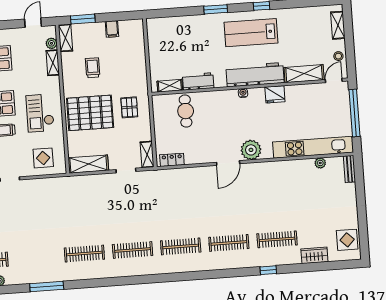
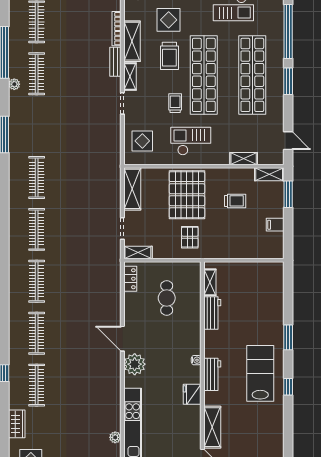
plant: (51, 43) -> (264, 159), removed
workbench: (255, 75) -> (212, 374), width x0.53, depth x0.76
pallet: (129, 107) -> (190, 237), turned 90
cafe table: (186, 111) -> (167, 298), moved, turned 90

